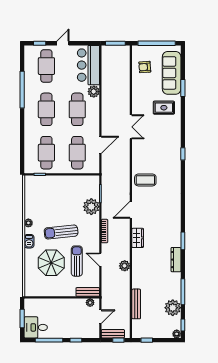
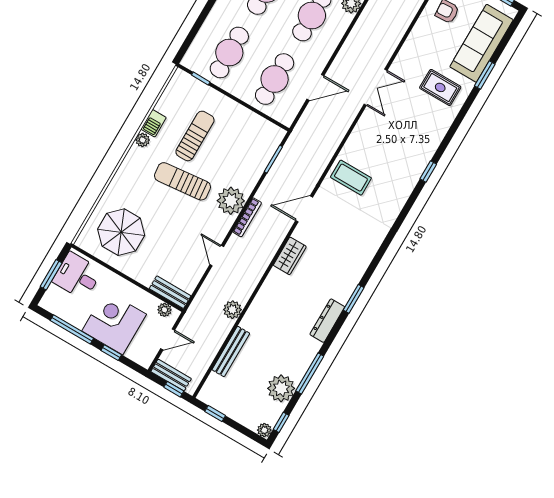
plant: (91, 207) -> (231, 201), moved
barbecue: (29, 241) -> (154, 123), moved
sun lounger: (77, 261) -> (195, 136), moved
parasol: (51, 263) -> (121, 232), moved
plant: (125, 266) -> (232, 310), moved
corner desk: (68, 324) -> (114, 323), added
desk: (36, 327) -> (77, 276), moved

